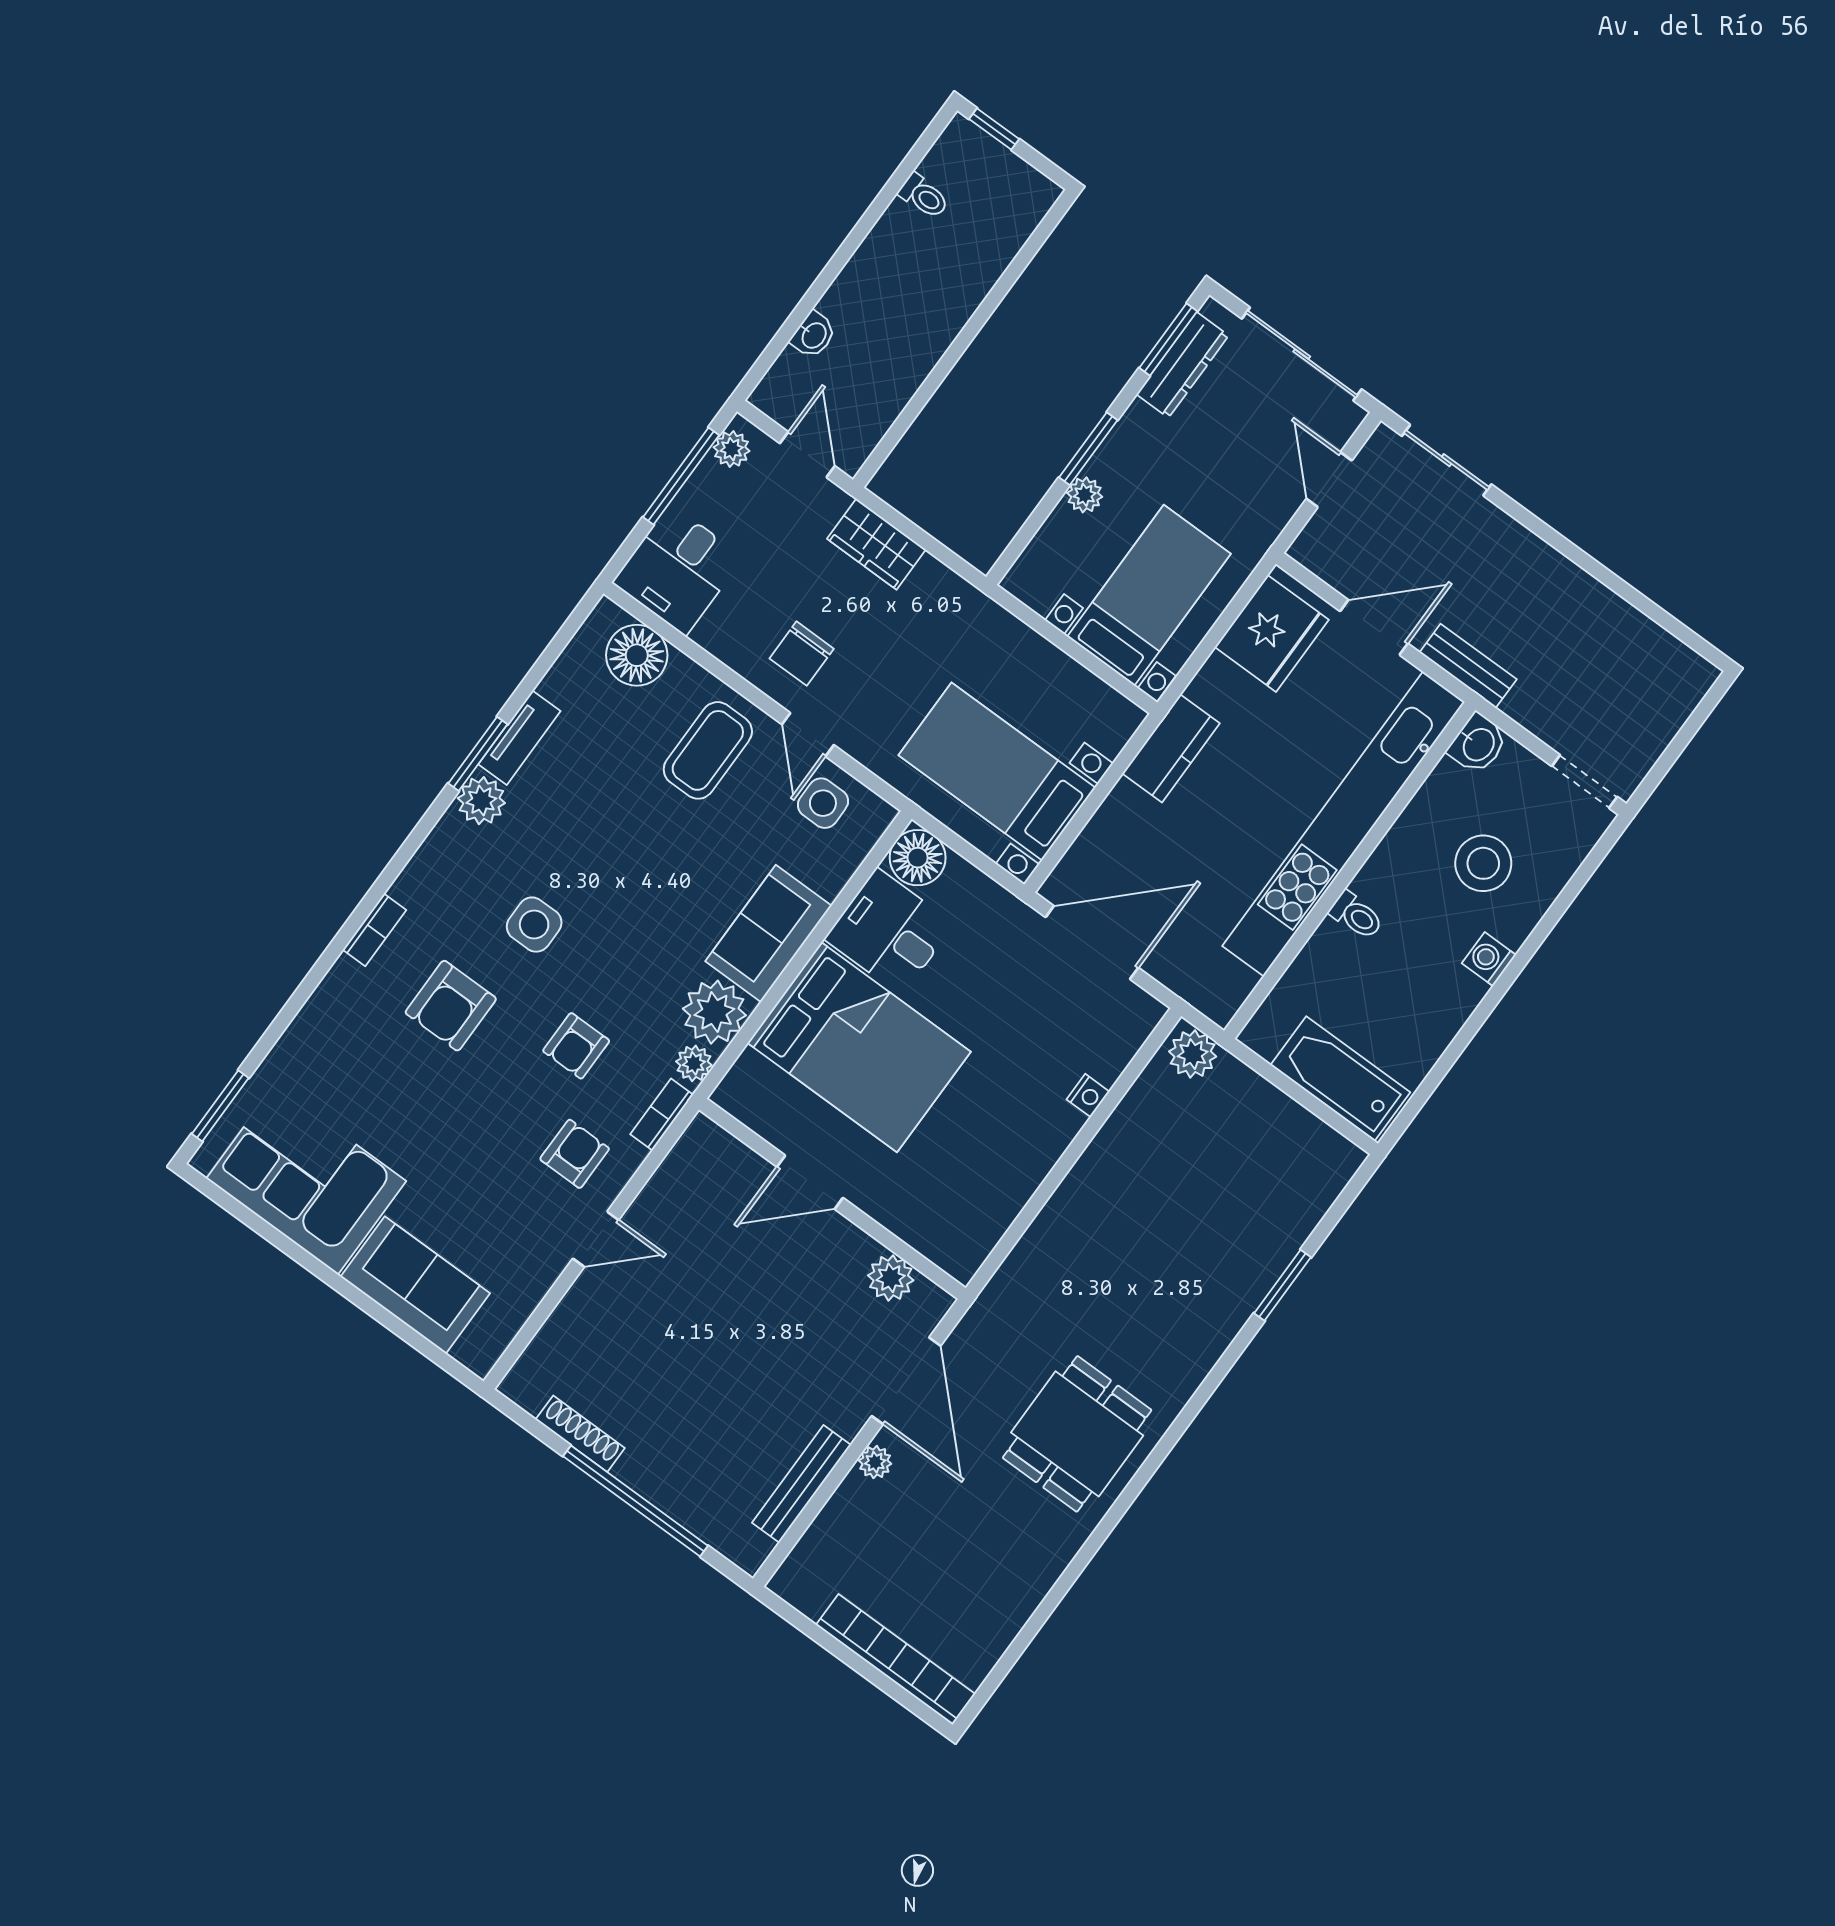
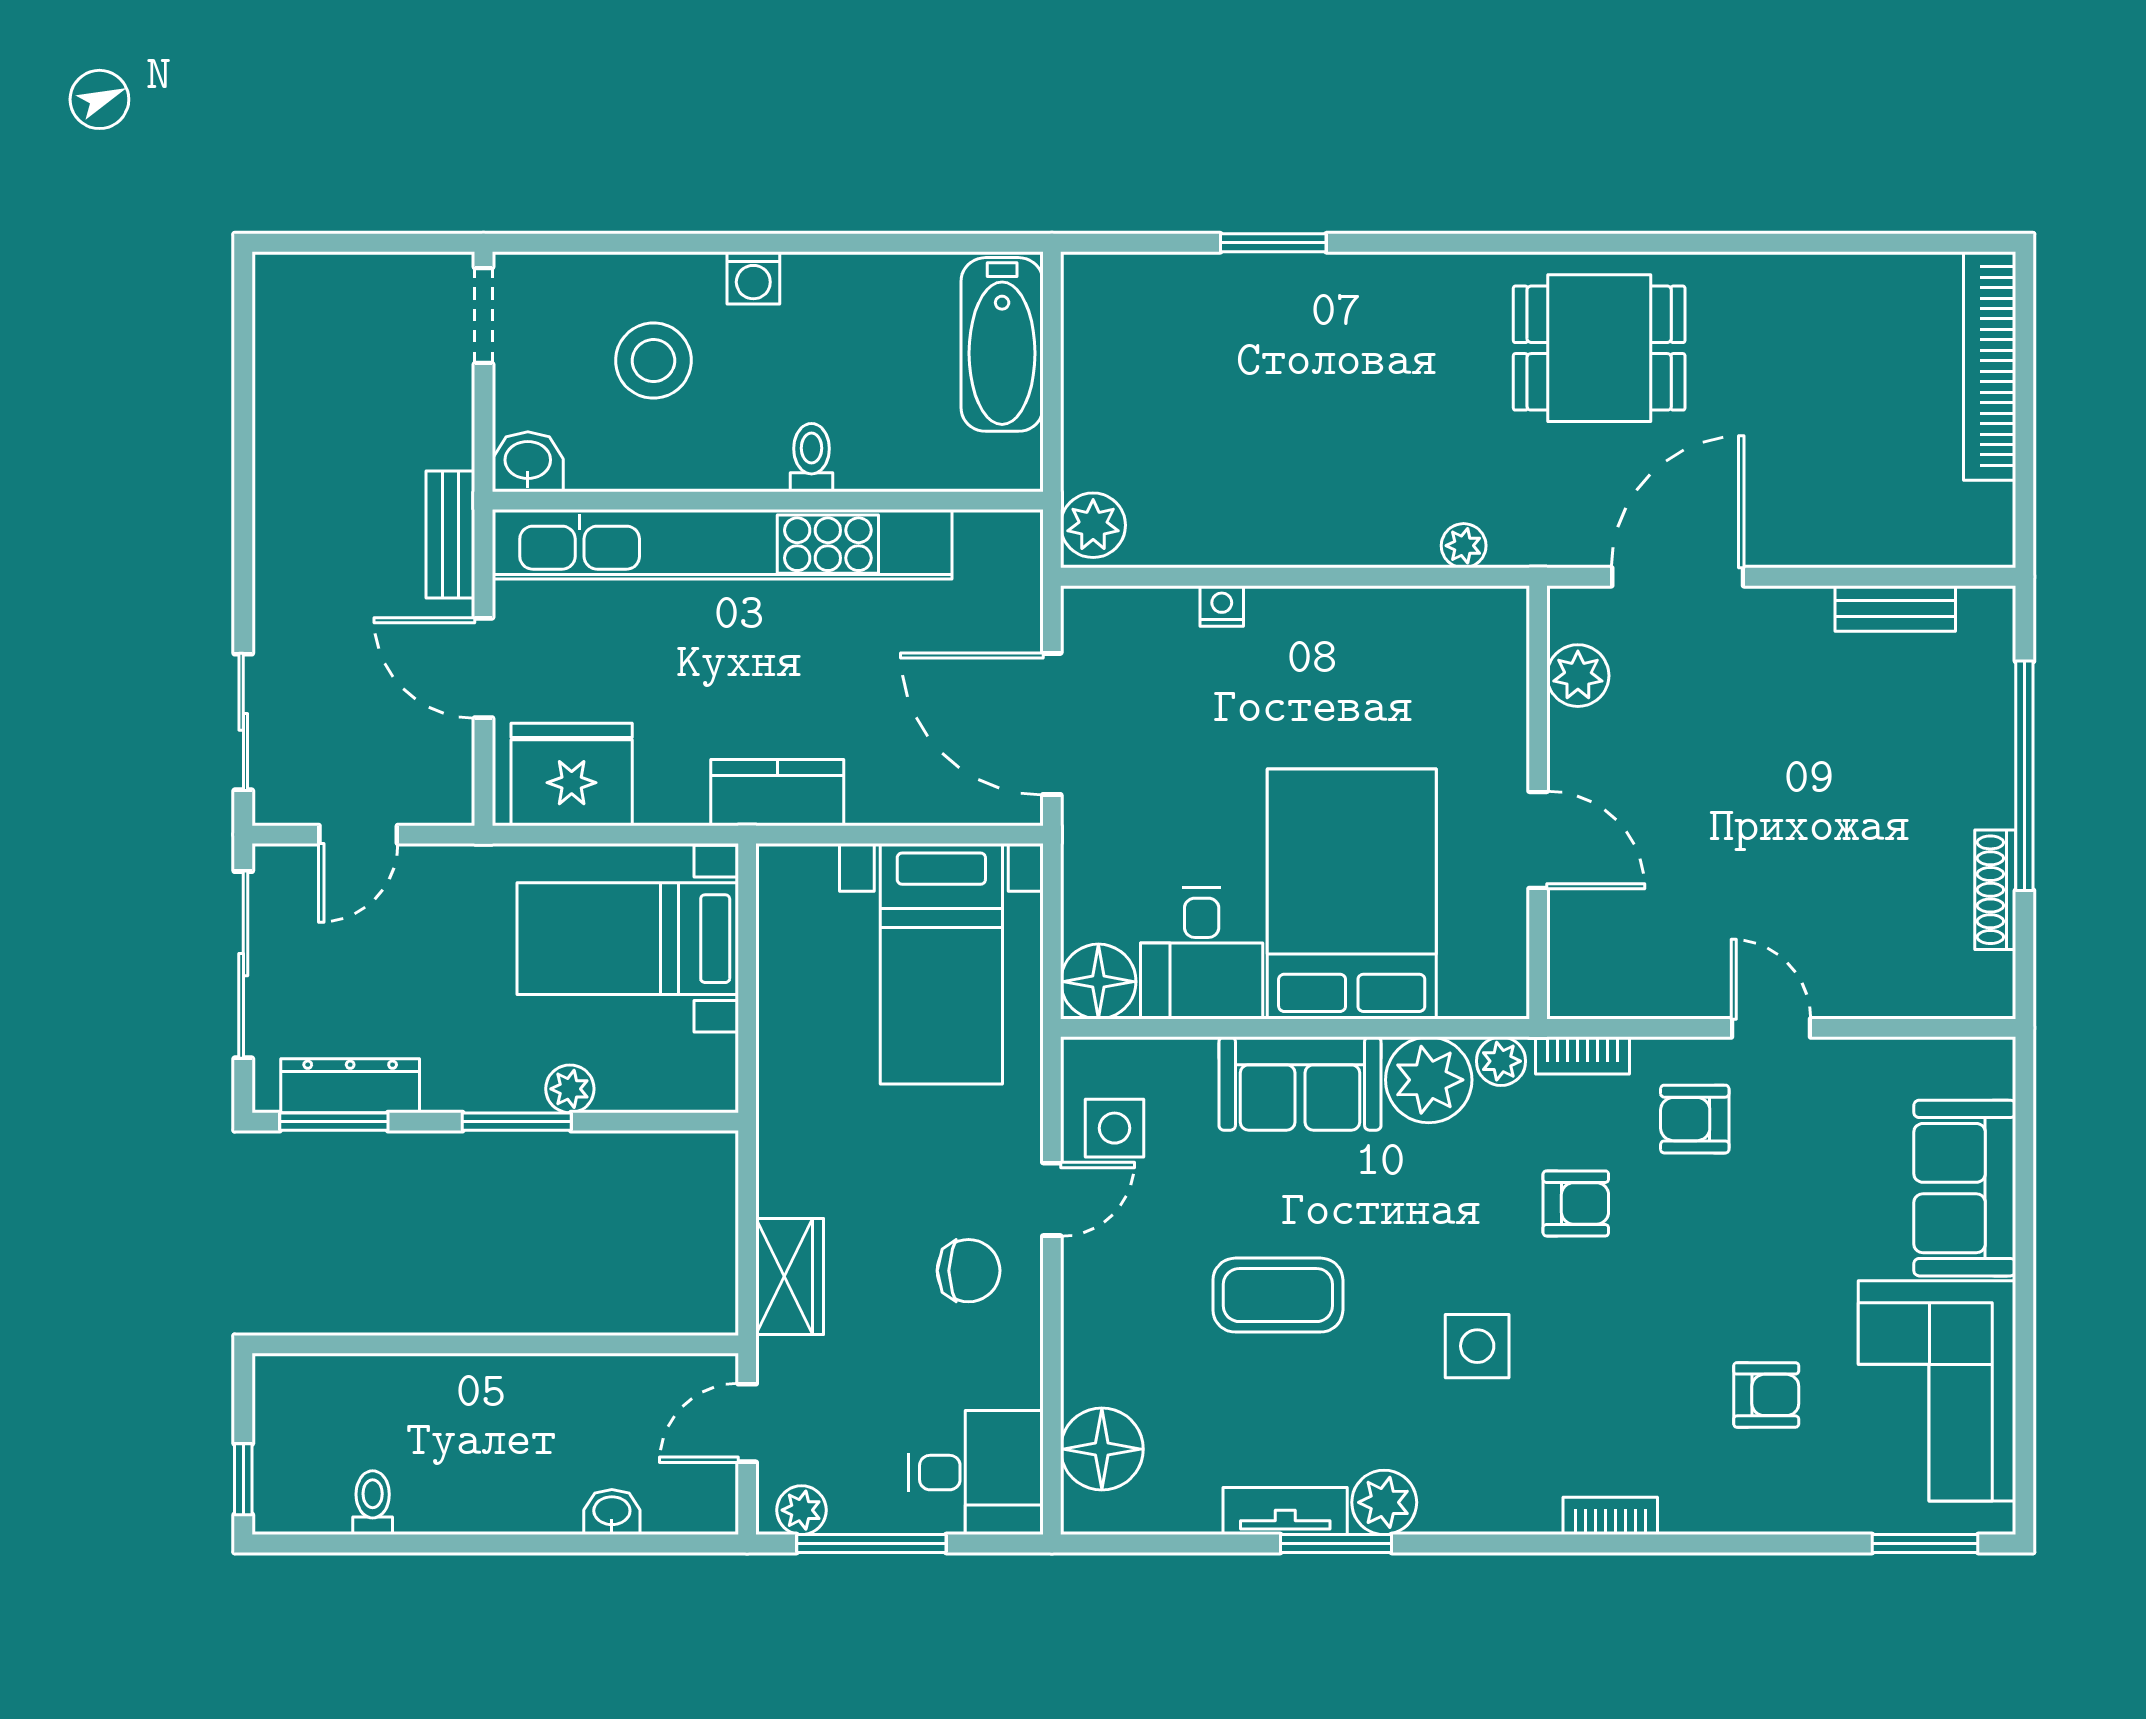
coffee table: (708, 750) -> (1278, 1295), moved
armchair: (451, 1006) -> (1766, 1395), moved, width x0.72, depth x0.72
plant: (875, 1462) -> (1464, 546), moved
bench: (802, 1484) -> (1895, 609), width x0.73

